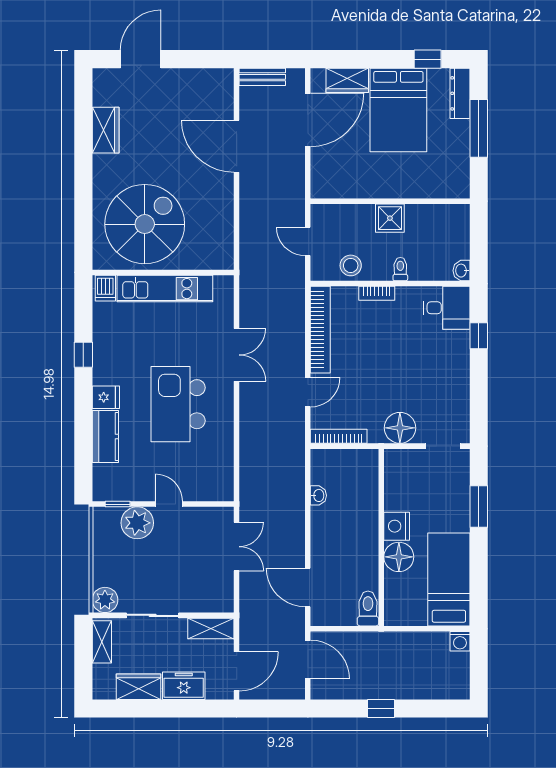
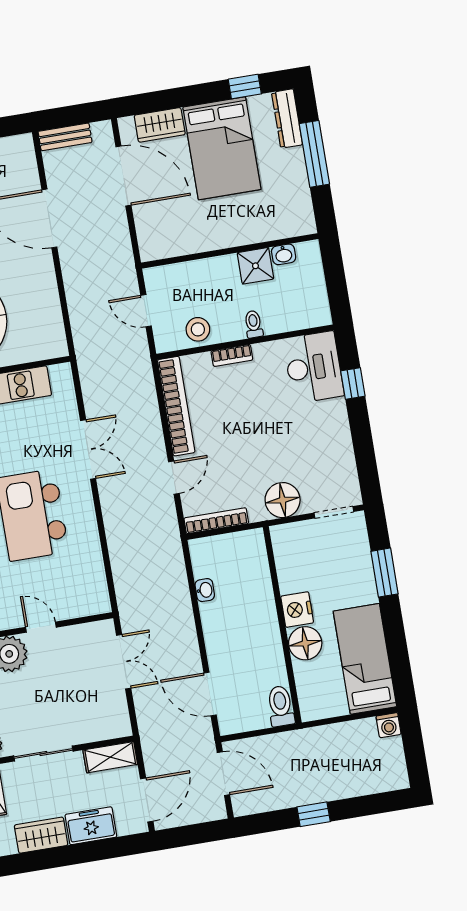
door: (308, 120) -> (123, 176), hinge flipped
shower: (390, 218) -> (255, 266), moved
washbasin: (462, 271) -> (284, 254), moved, turned -90
desk: (447, 308) -> (314, 367), width x1.37

